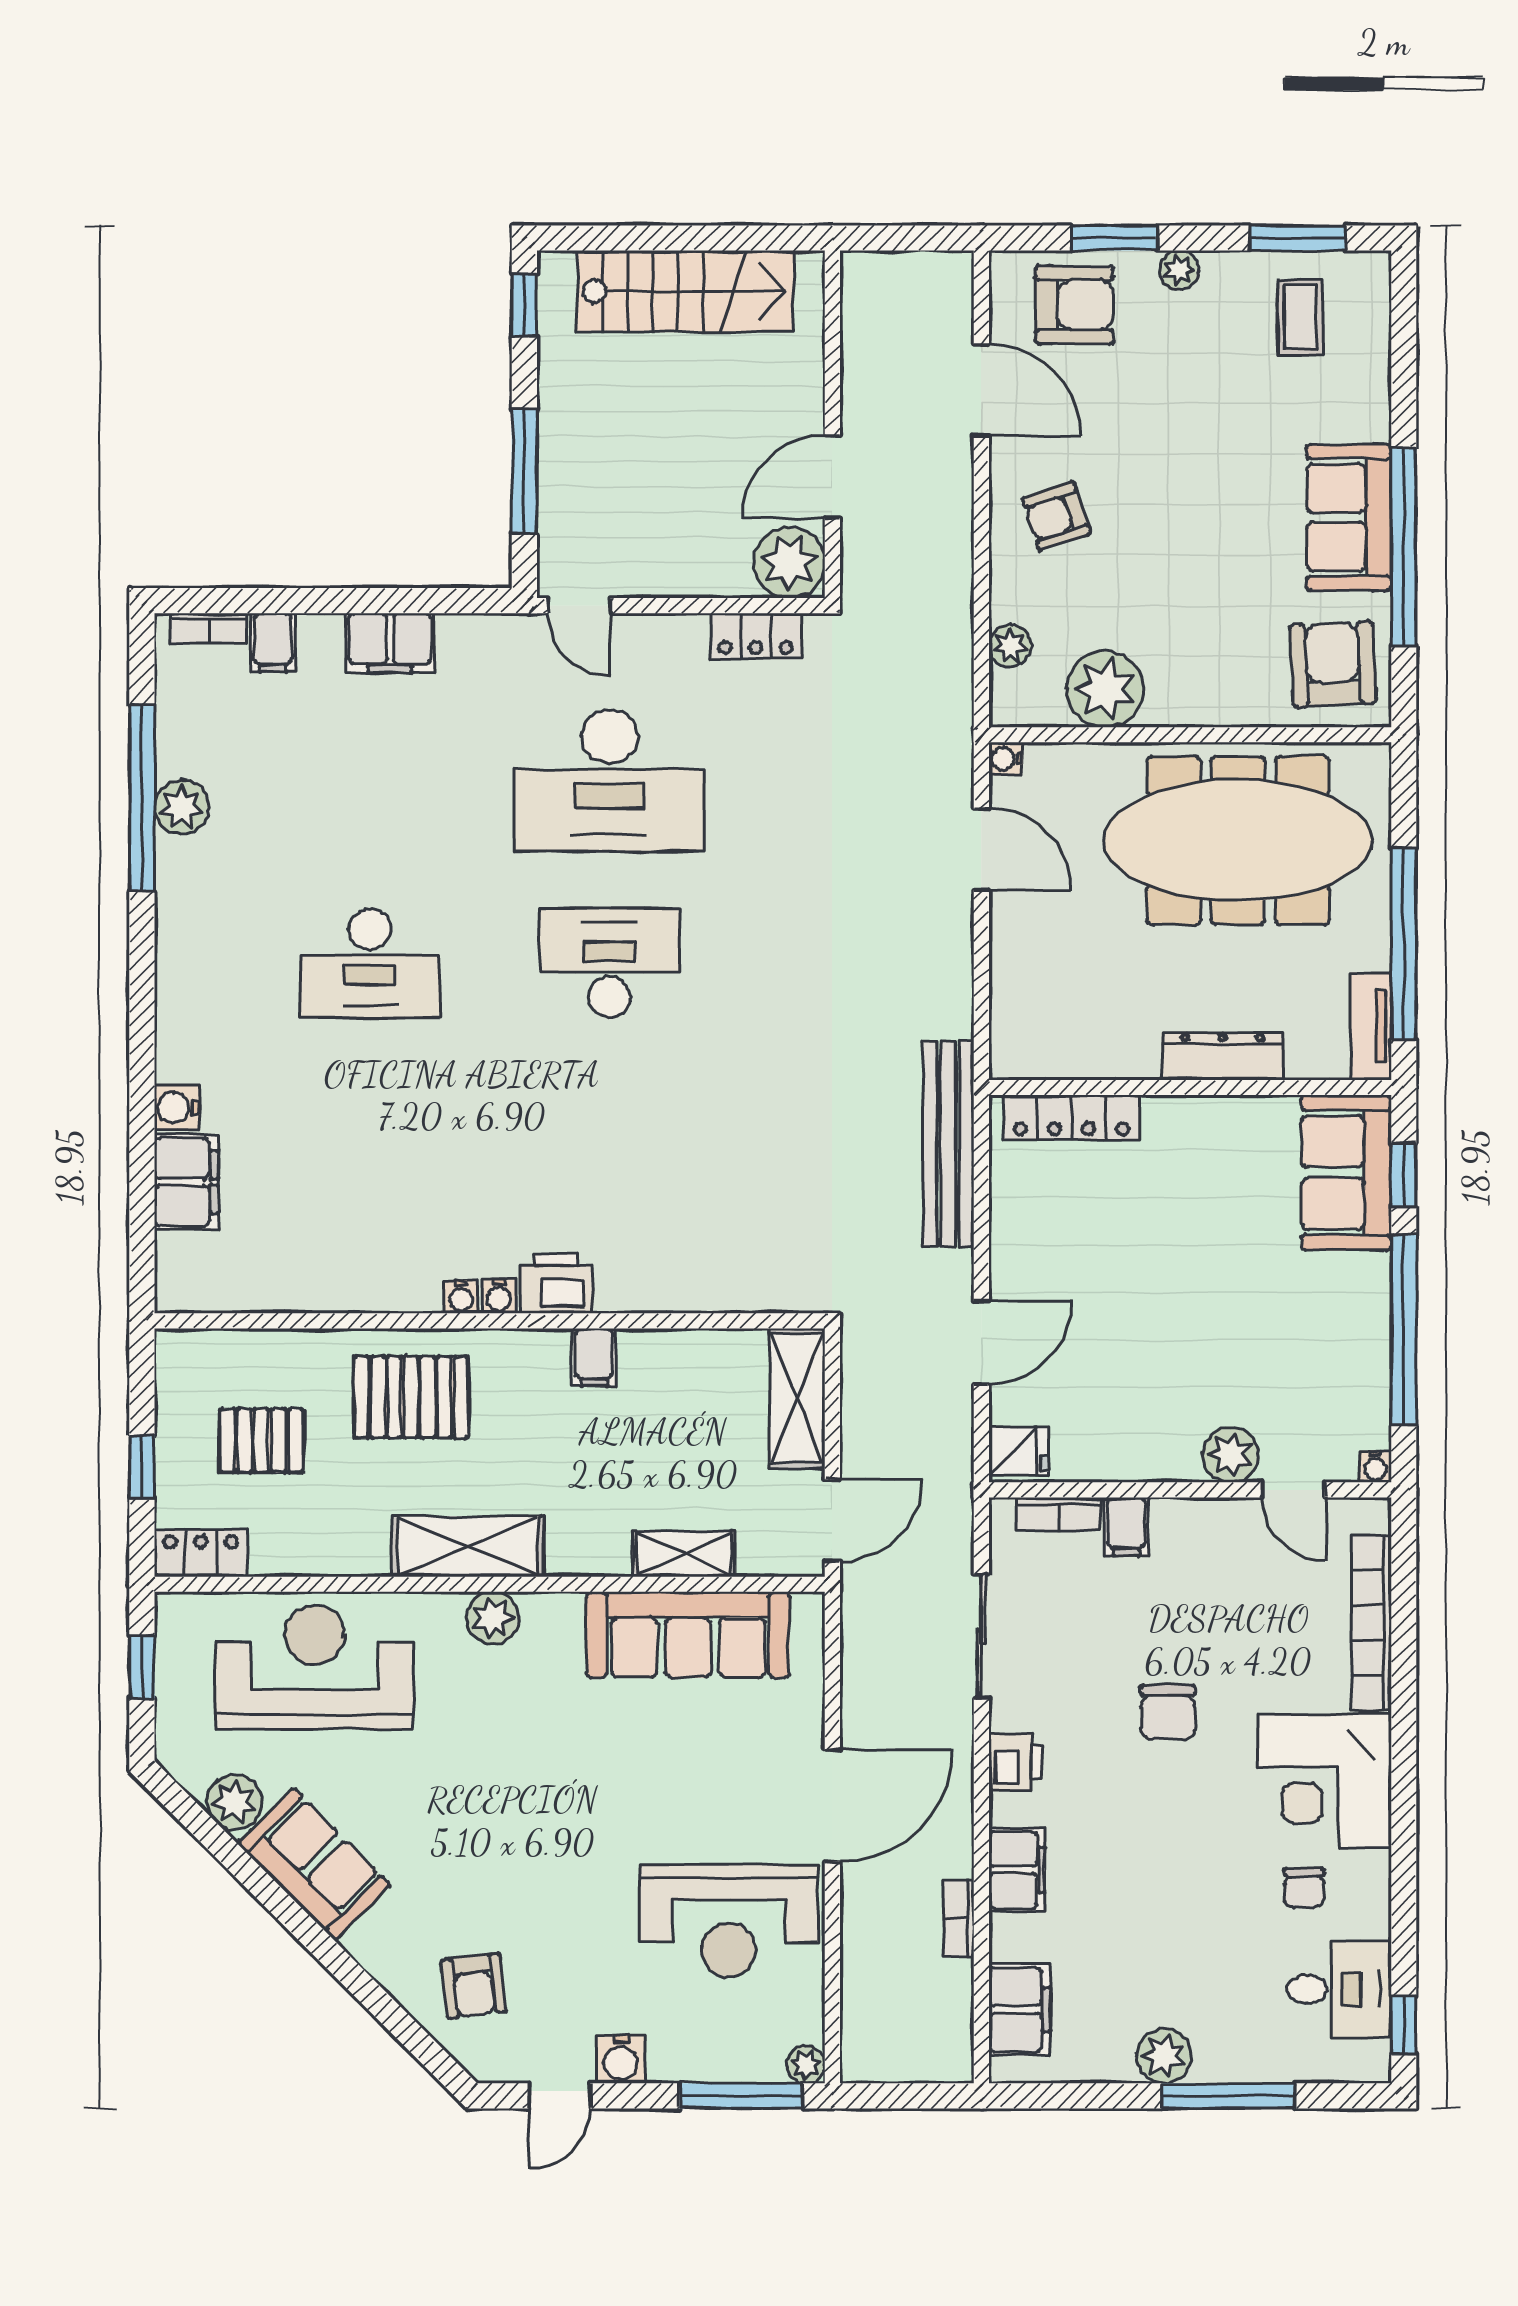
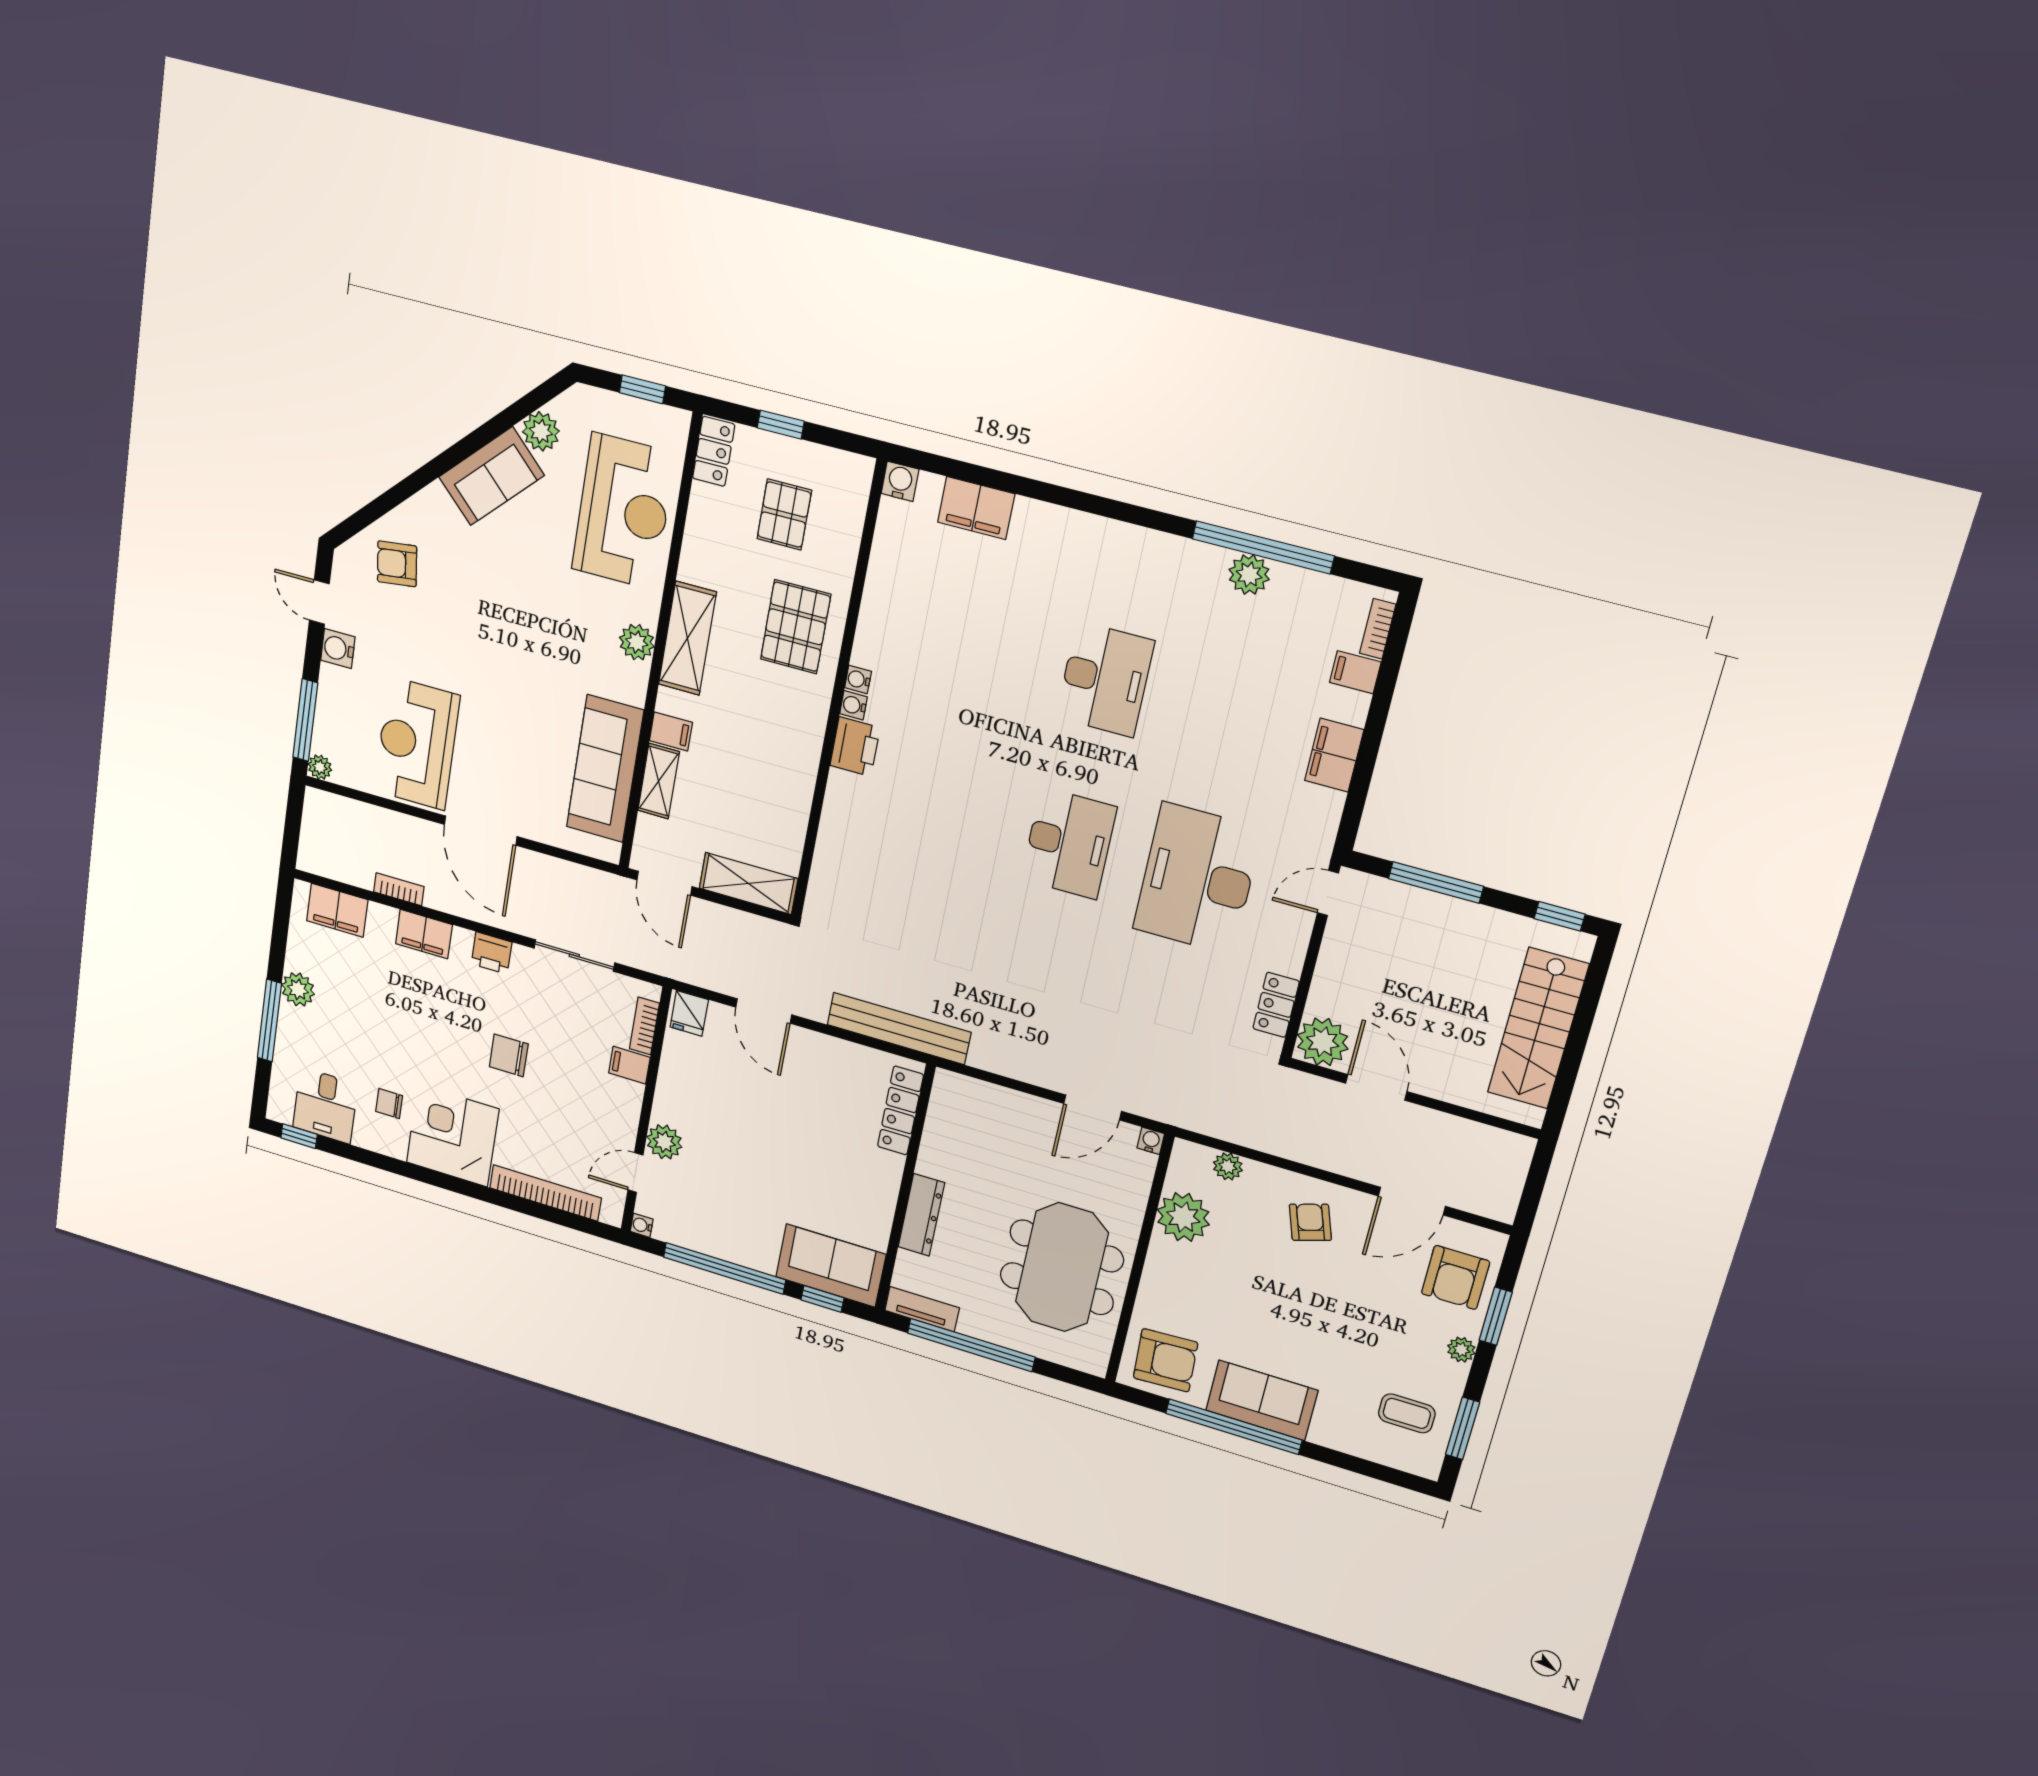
meeting table: (1238, 840) -> (1062, 1267), width x0.73
desk: (370, 963) -> (1105, 679), turned 180
water cooler: (177, 1108) -> (900, 481), moved
filing cabinet: (594, 1357) -> (671, 731), moved, turned 180

